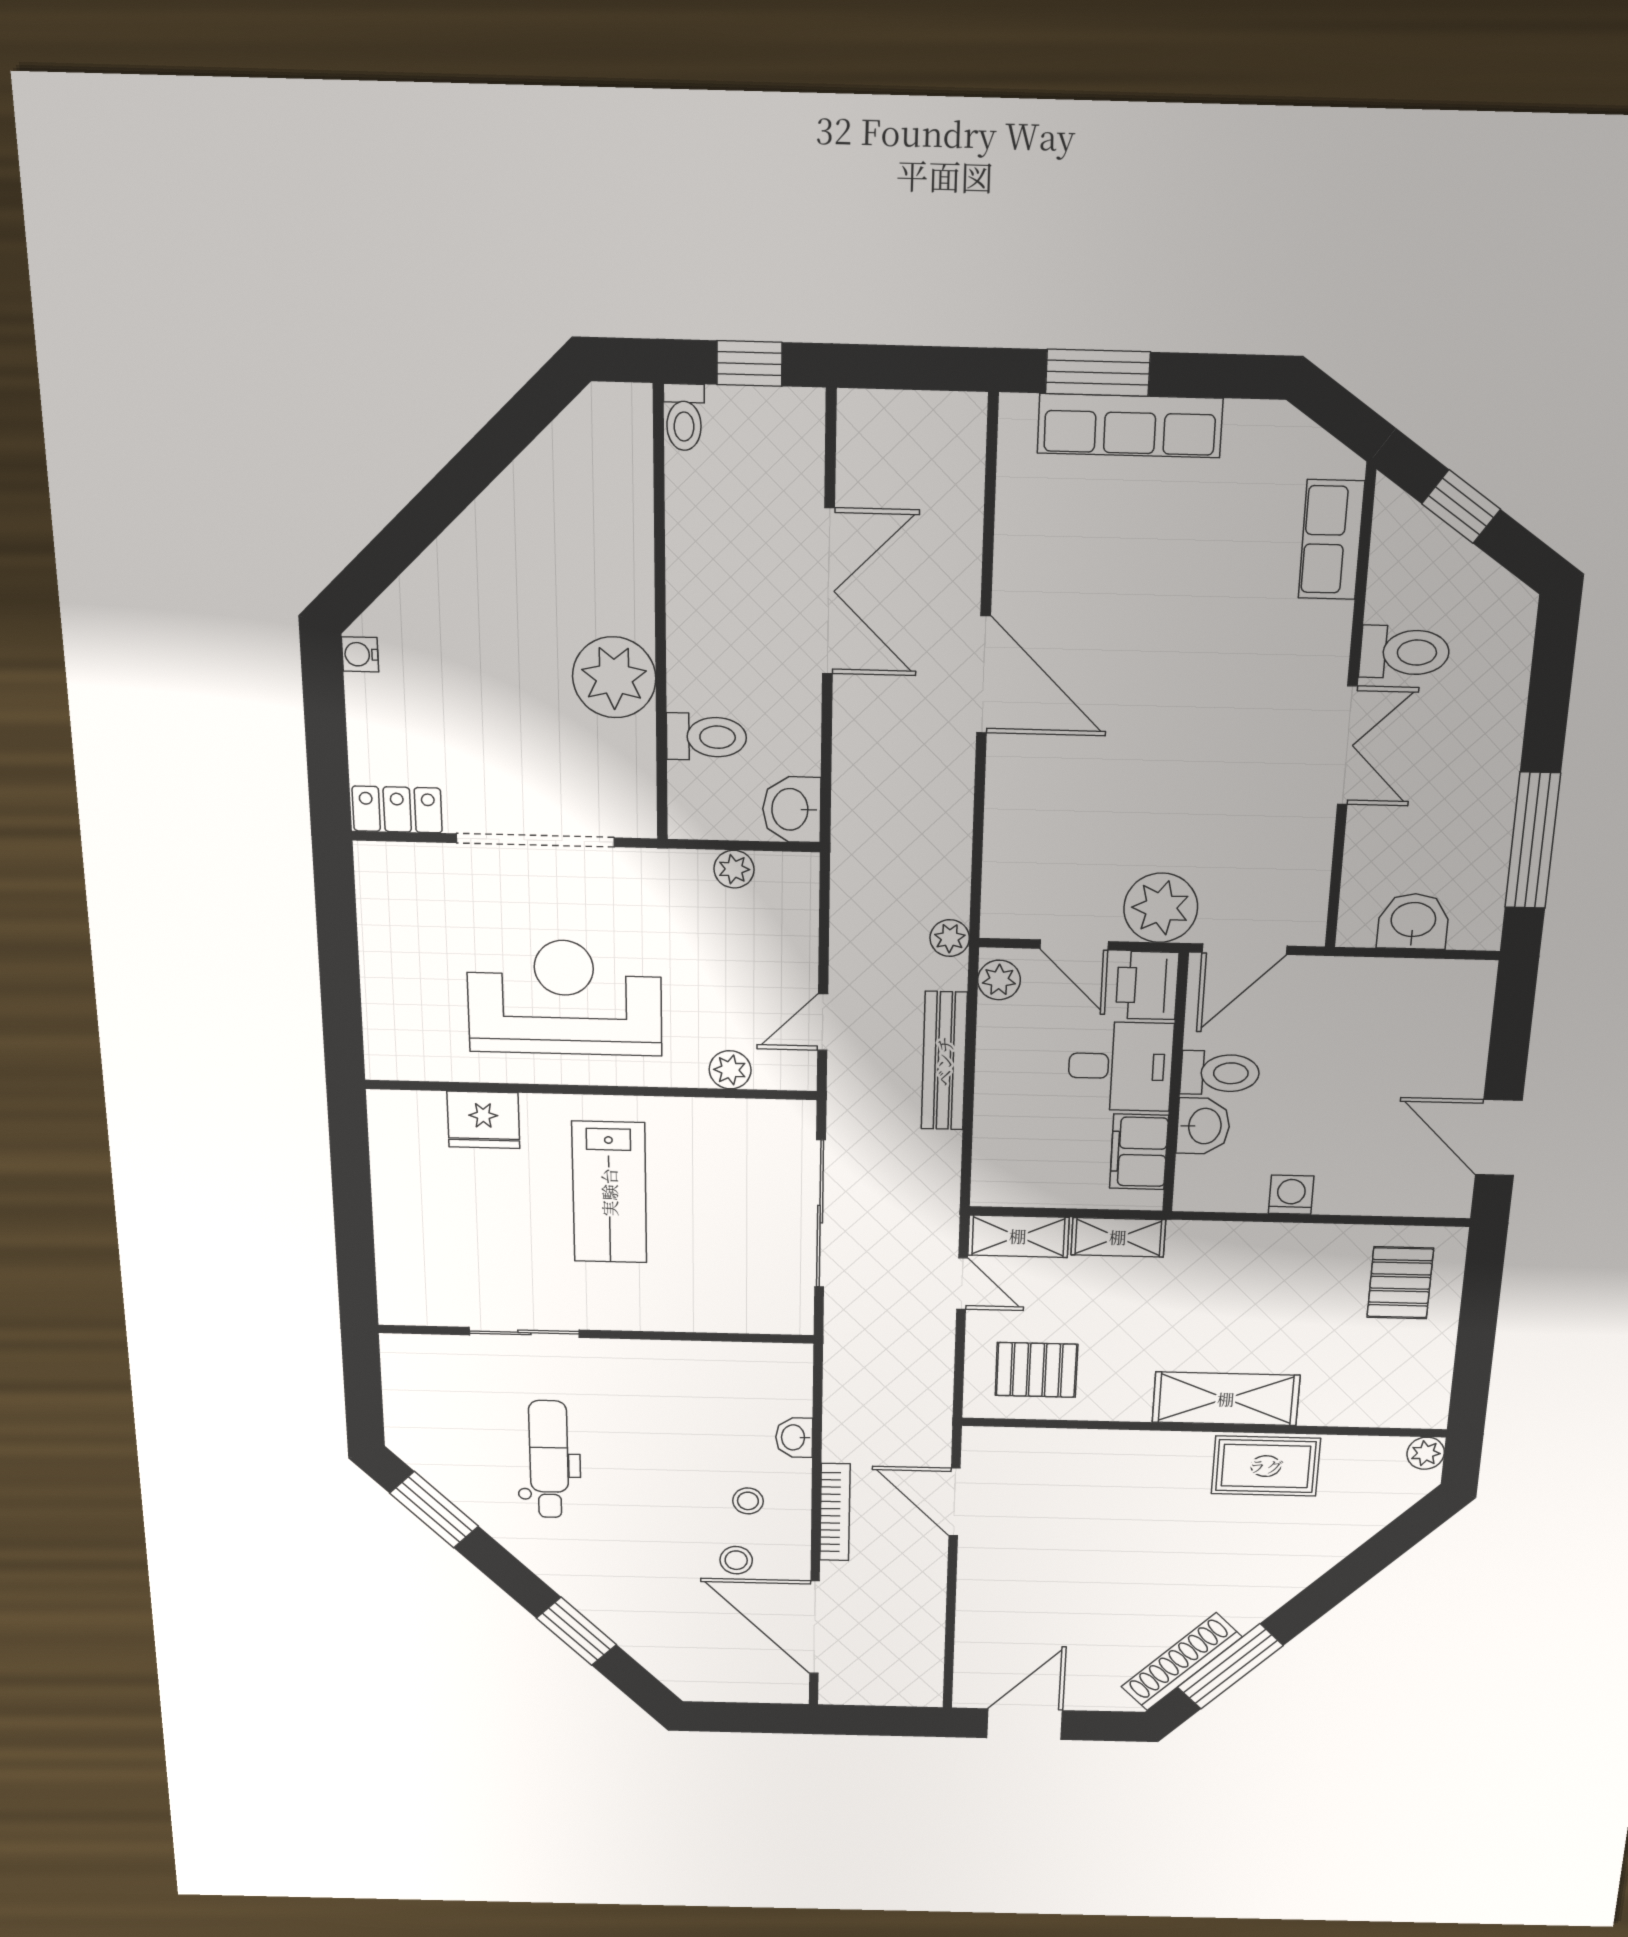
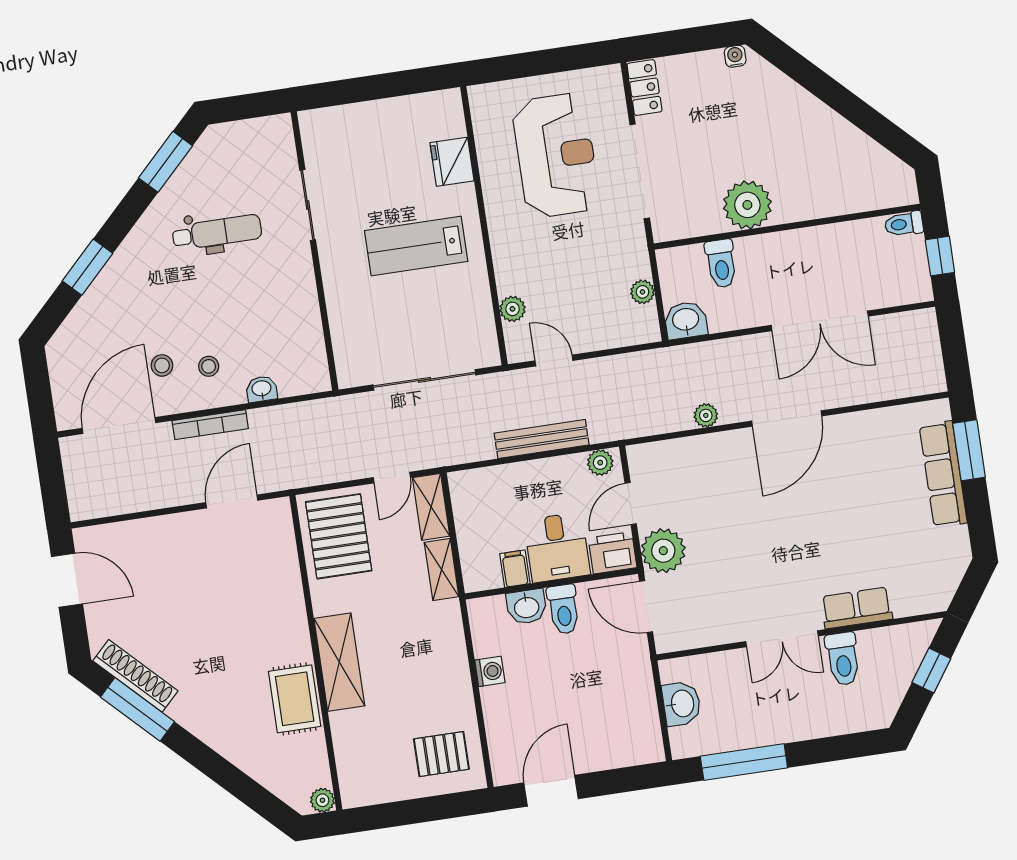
row of seats: (1331, 540) -> (857, 608), moved
plant: (950, 938) -> (706, 415), moved
reception desk: (564, 997) -> (556, 155), moved
filing cabinet: (1139, 1152) -> (515, 569), width x0.50
pallet: (1036, 1370) -> (339, 536), width x1.50, depth x1.42

